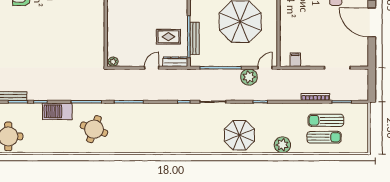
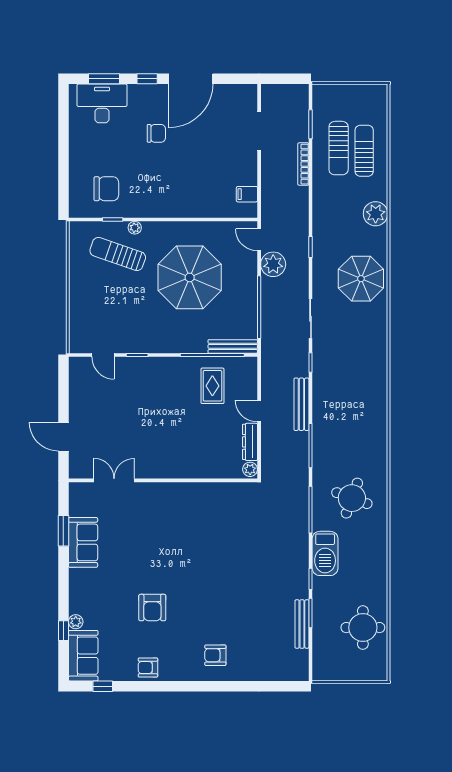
bench: (194, 38) -> (233, 346), moved
dresser: (175, 62) -> (250, 442), moved
bench: (156, 96) -> (301, 404), added

